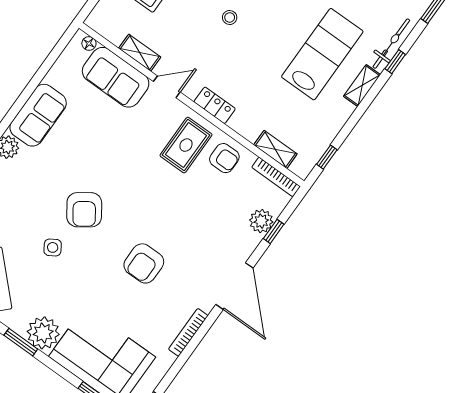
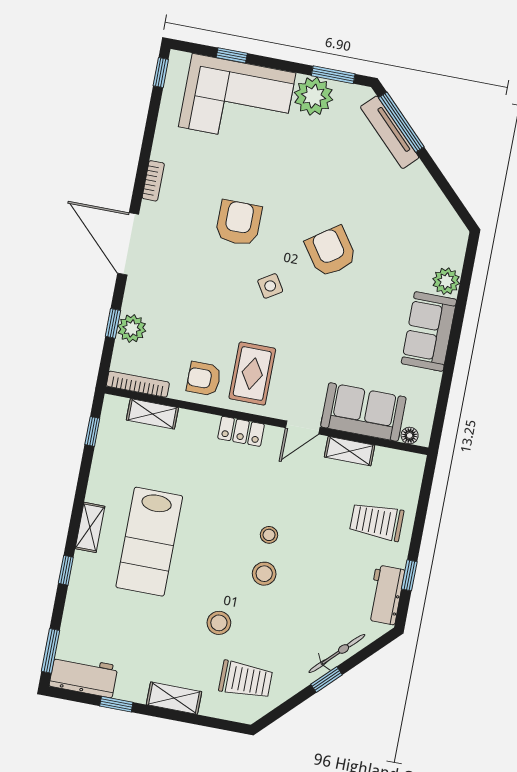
bicycle: (391, 44) -> (79, 588), removed
side table: (53, 247) -> (270, 286), moved
bookcase: (188, 332) -> (153, 181), width x0.64

